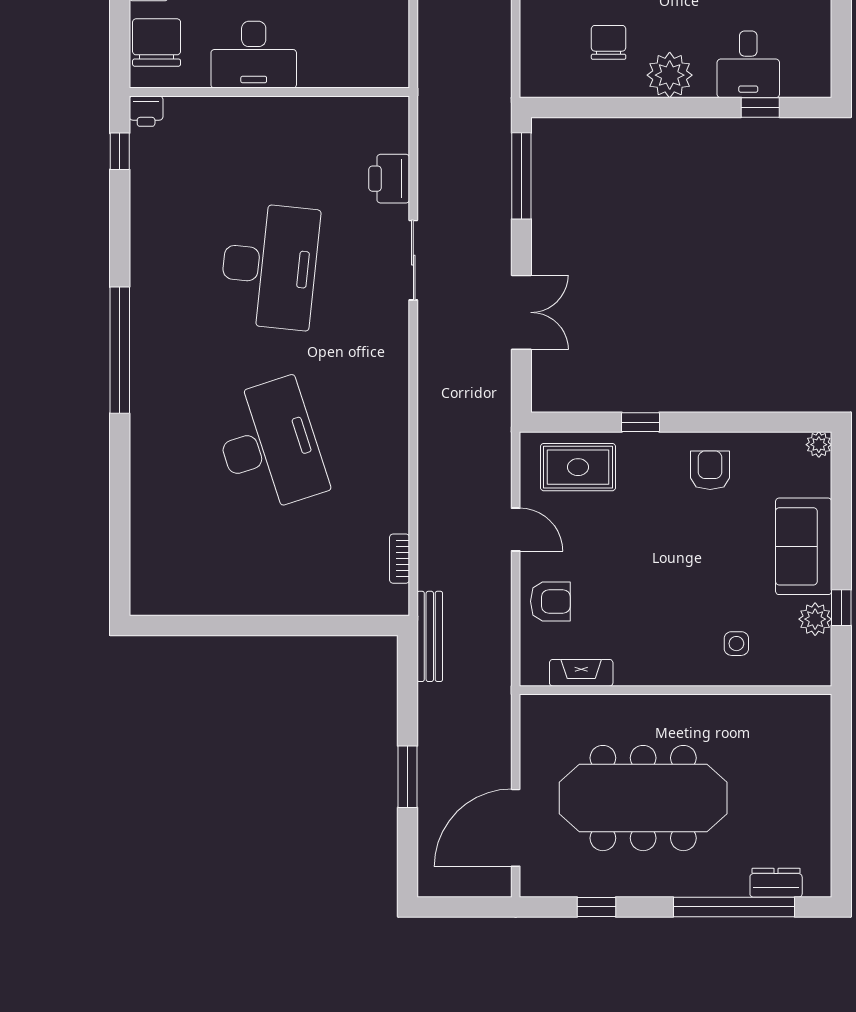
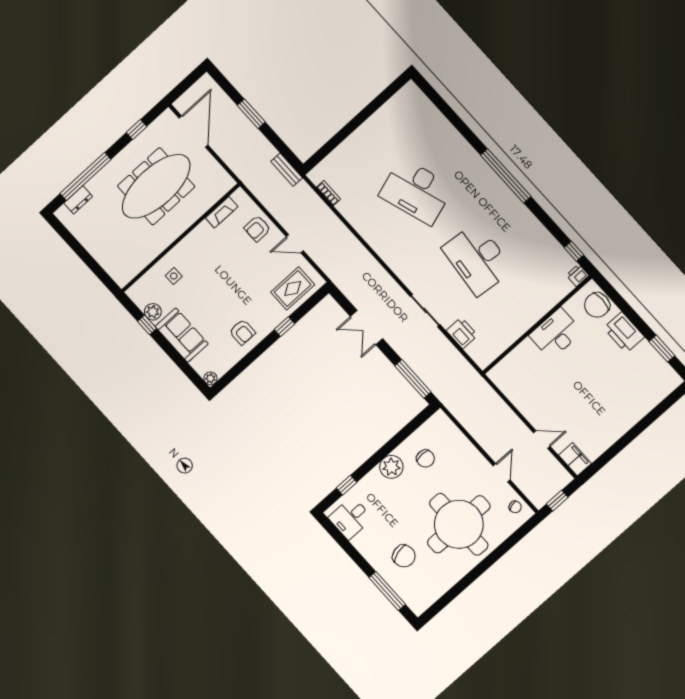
chair: (157, 43) -> (597, 305), turned 90
desk: (748, 64) -> (350, 518), moved, turned -90
bench: (430, 636) -> (287, 170), width x0.73

